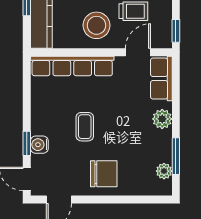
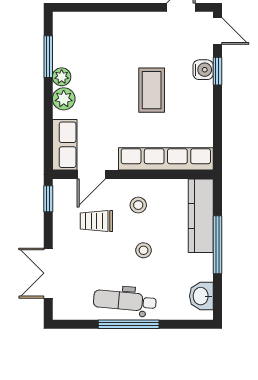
stool: (97, 25) -> (138, 205), width x0.53, depth x0.53
coffee table: (85, 127) -> (152, 90), width x1.36, depth x1.30
plant: (164, 171) -> (62, 77), moved
chair: (104, 174) -> (130, 37), removed

